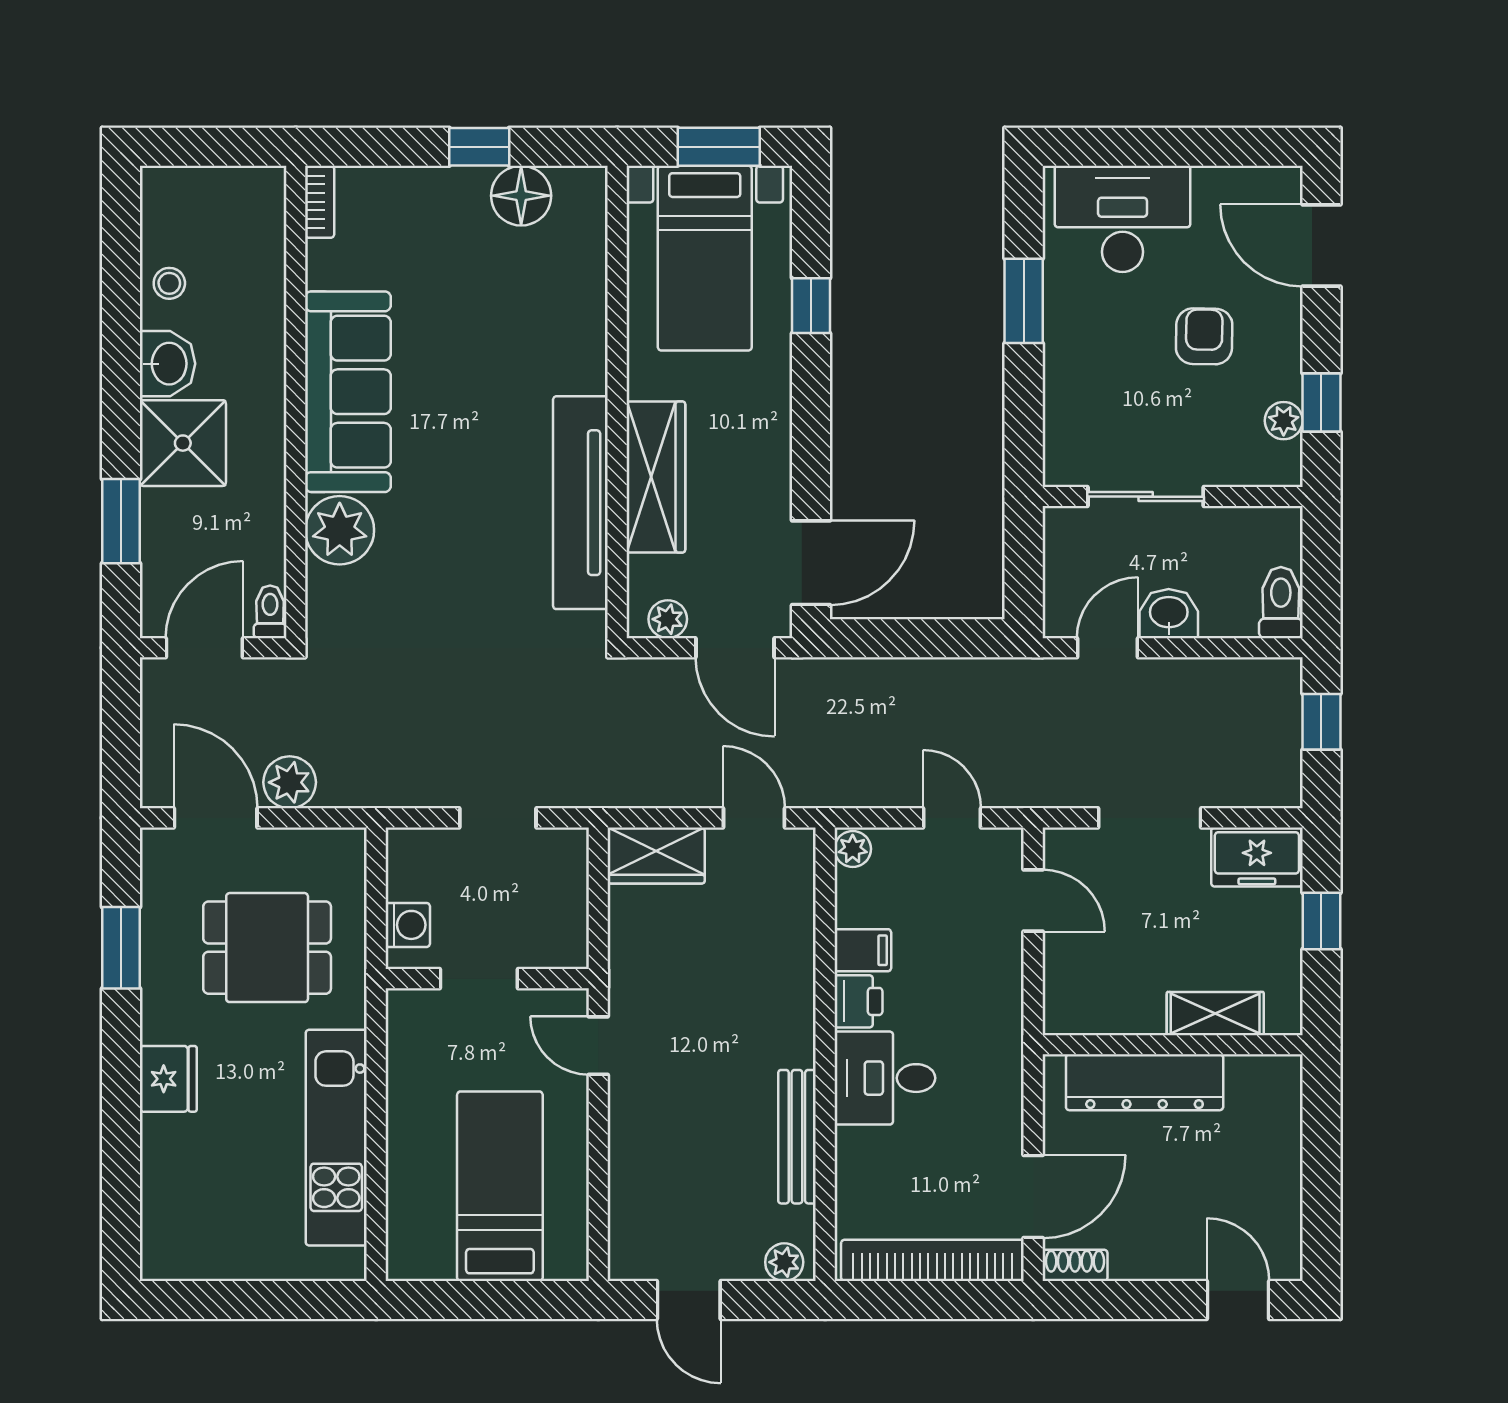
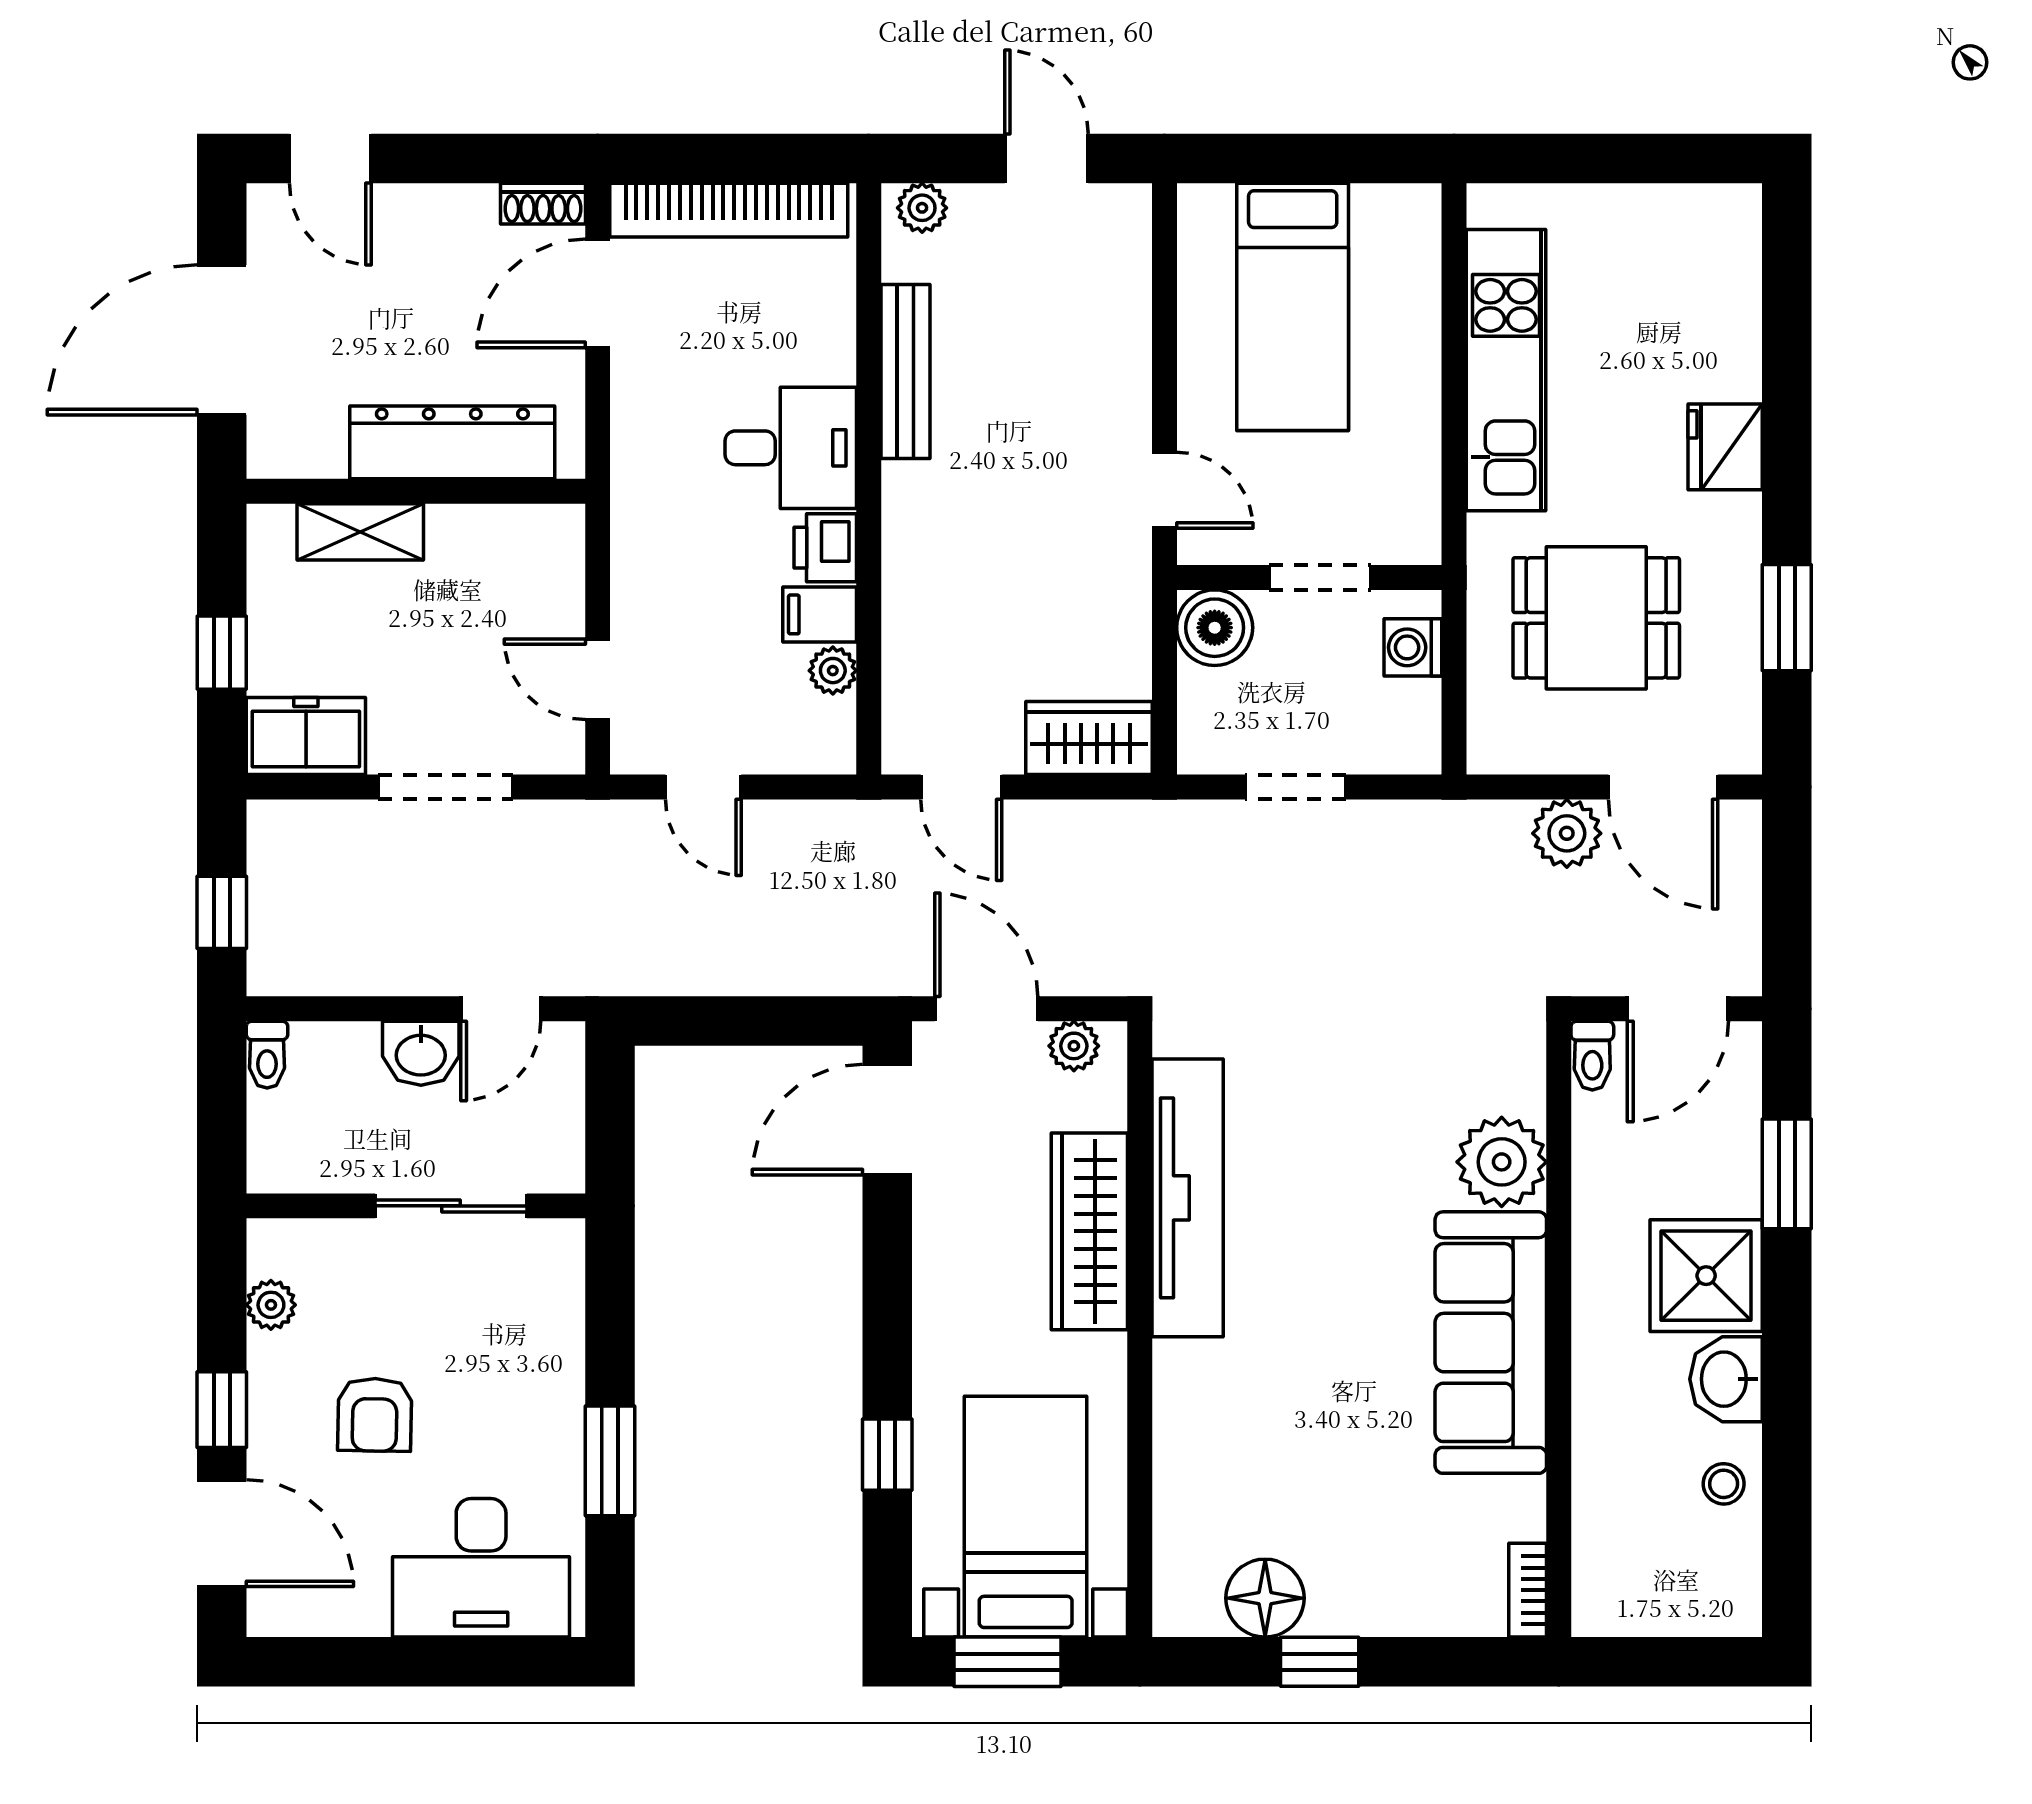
window: (1321, 403) -> (222, 1410), moved
toilet: (1281, 603) -> (267, 1055), width x0.73, depth x0.72
plant: (853, 849) -> (833, 671), moved
boiler: (560, 940) -> (1215, 628), added
door: (1321, 1161) -> (222, 340), added

